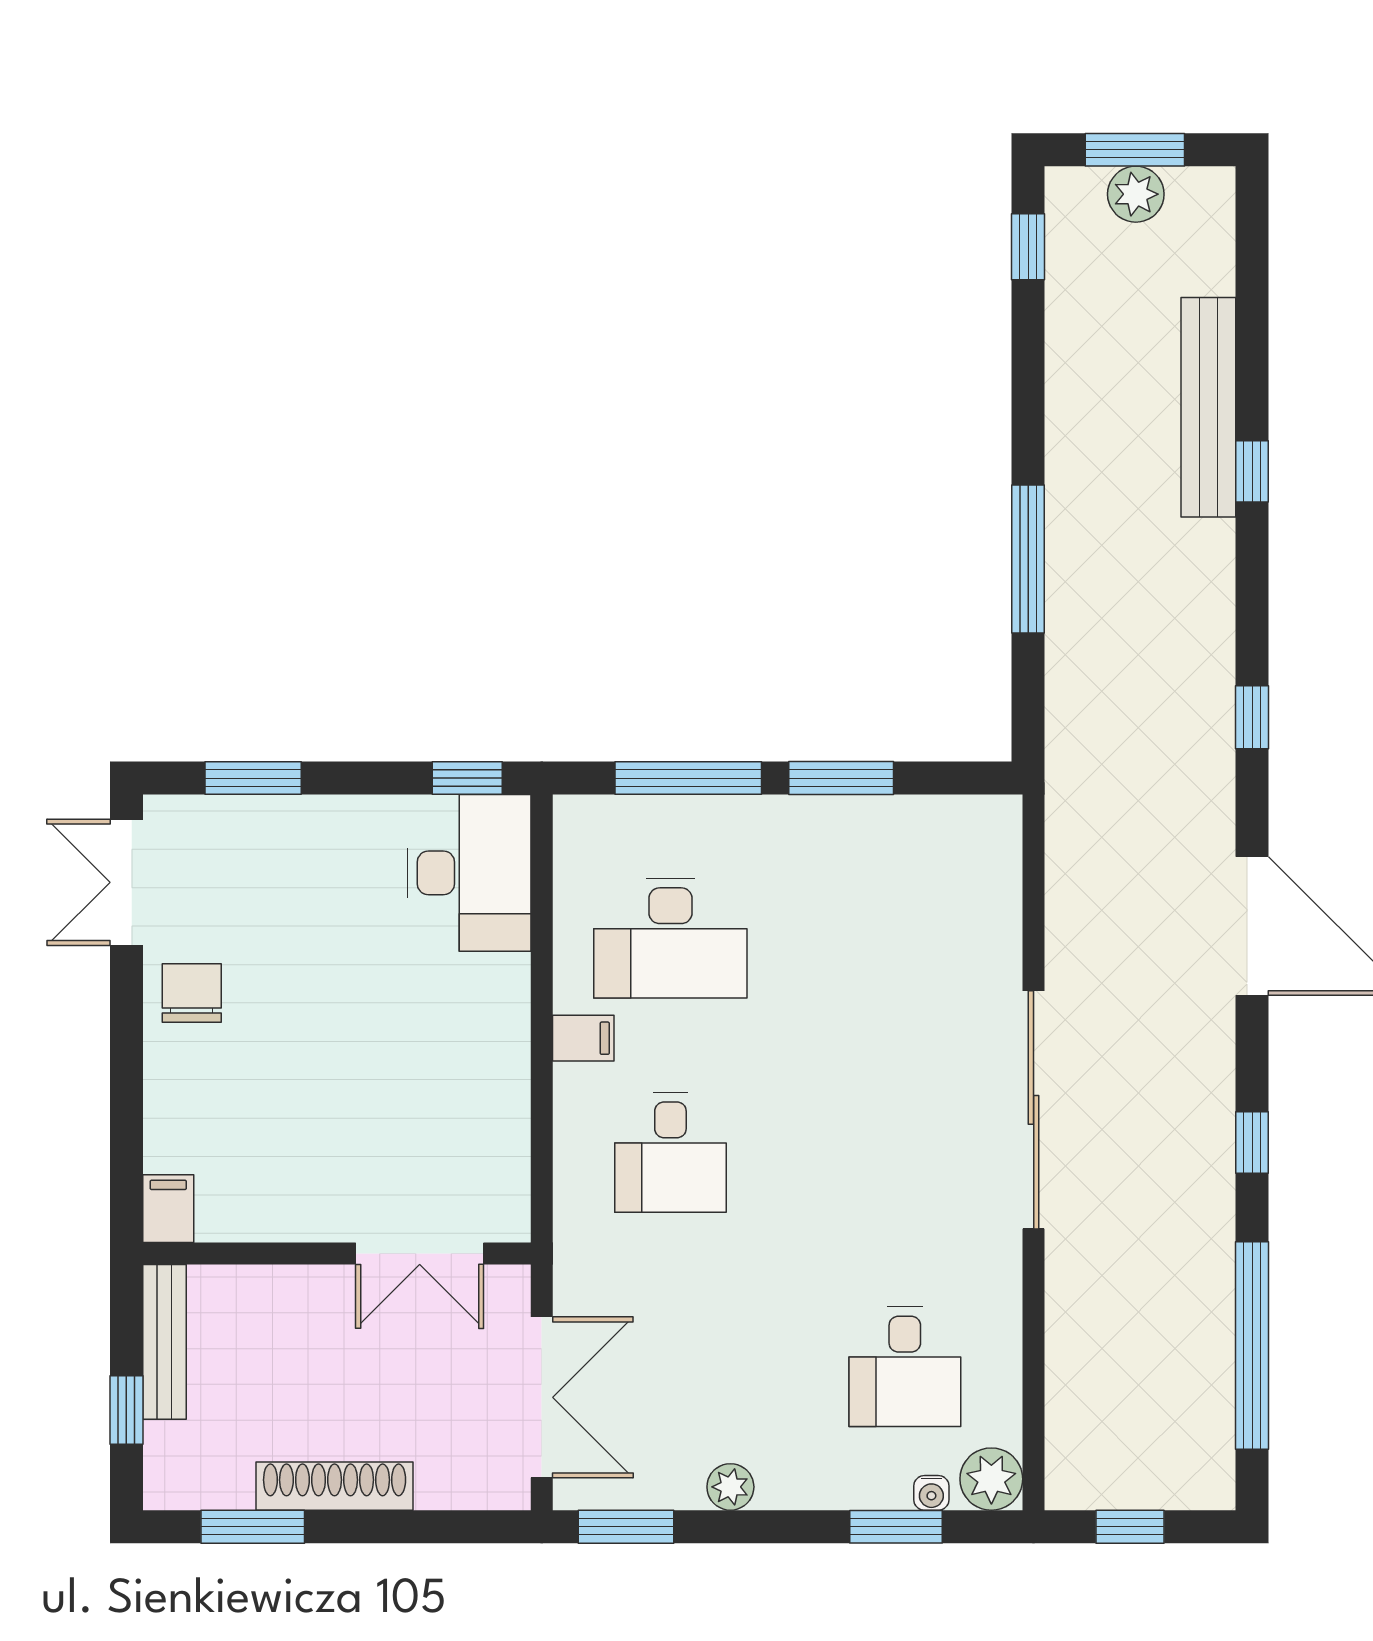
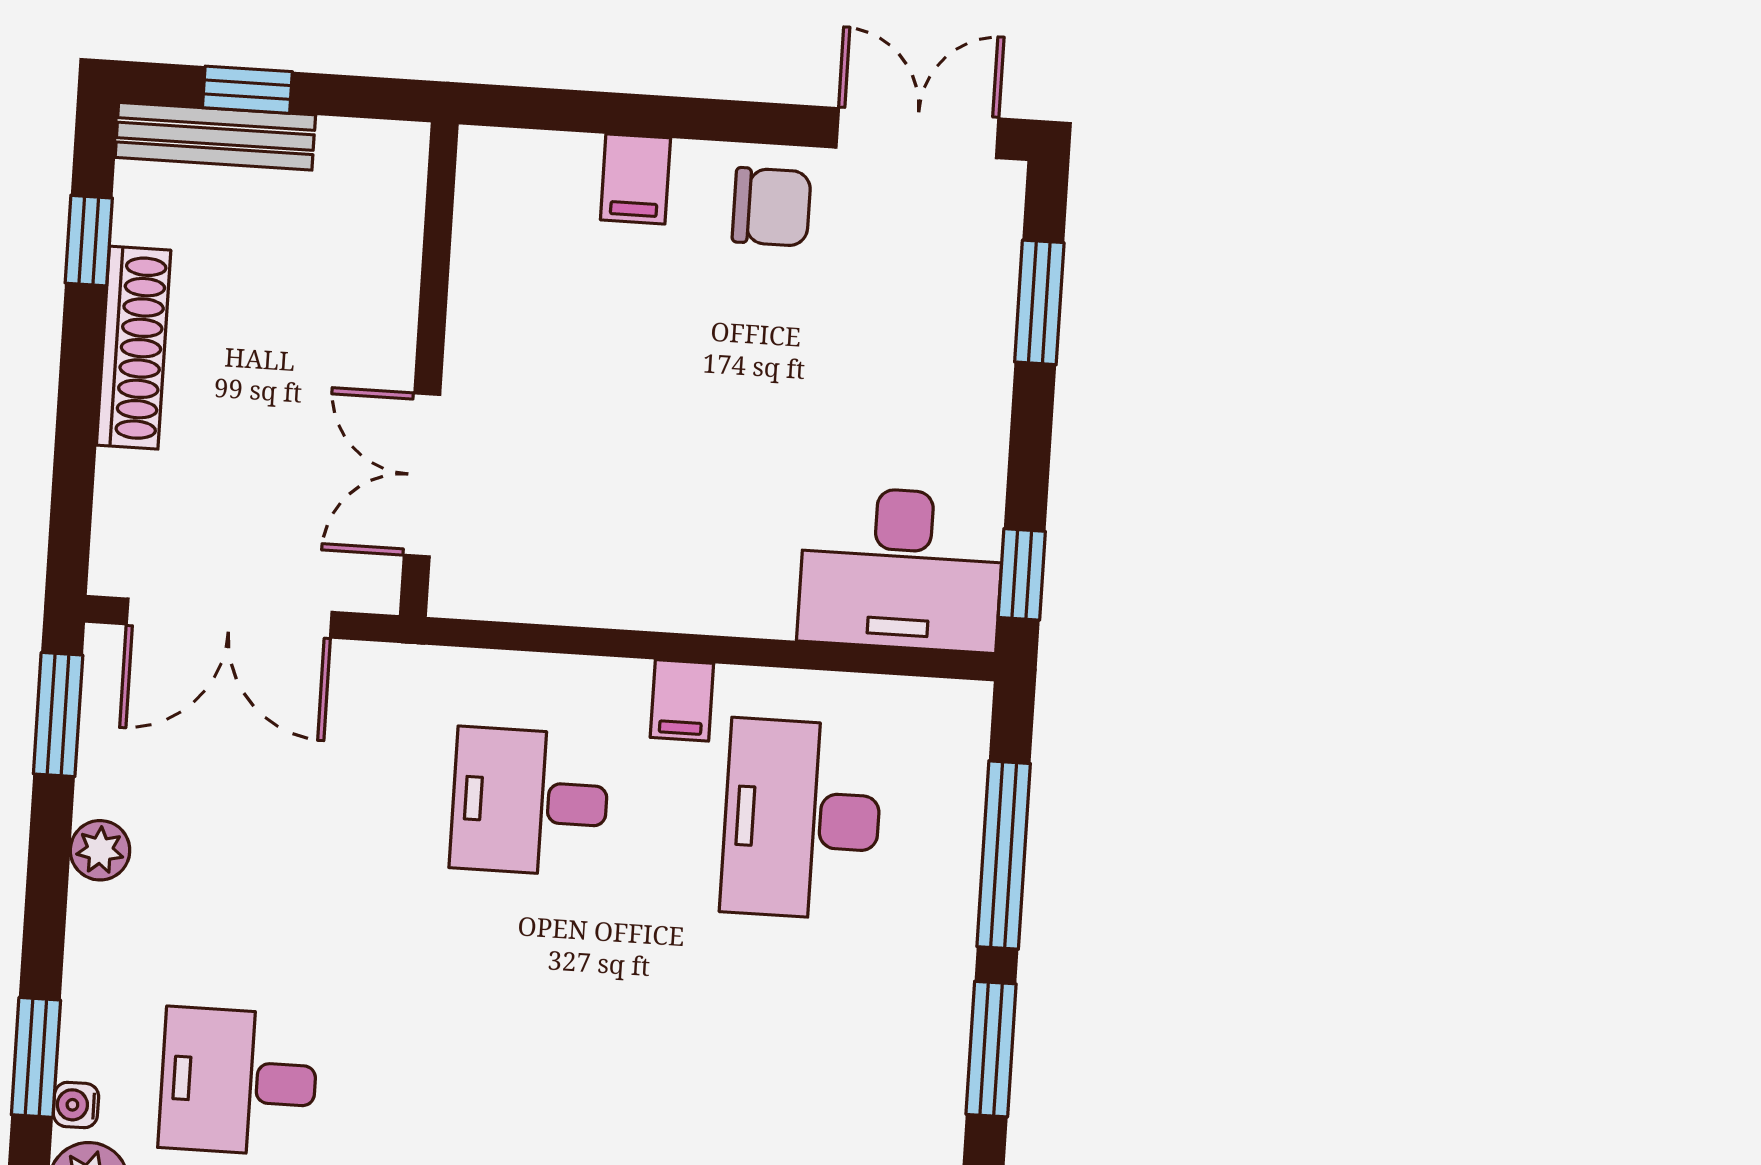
filing cabinet: (168, 1209) -> (635, 179), moved, turned 90
bench: (165, 1342) -> (215, 136), moved
window: (253, 1527) -> (89, 241), width x0.67

